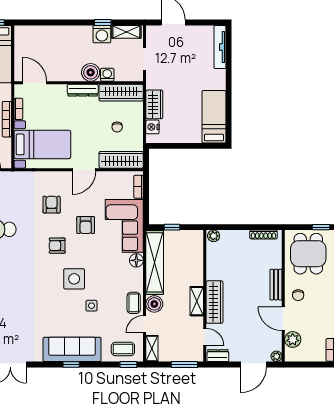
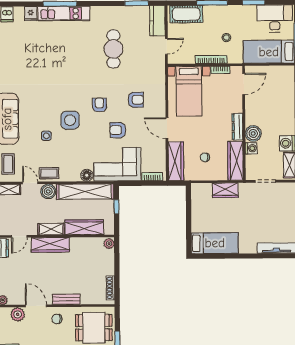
nightstand: (152, 127) -> (205, 189), removed
wardrobe: (195, 264) -> (84, 227), added
door: (283, 319) -> (36, 306), hinge flipped

